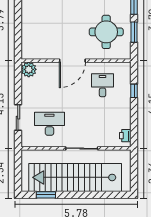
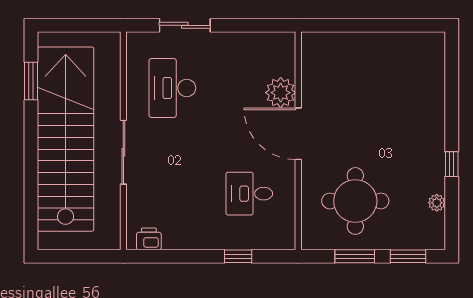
plant: (29, 69) -> (281, 93), moved
desk: (103, 85) -> (249, 194), turned 180
desk: (49, 124) -> (172, 88), turned 180

